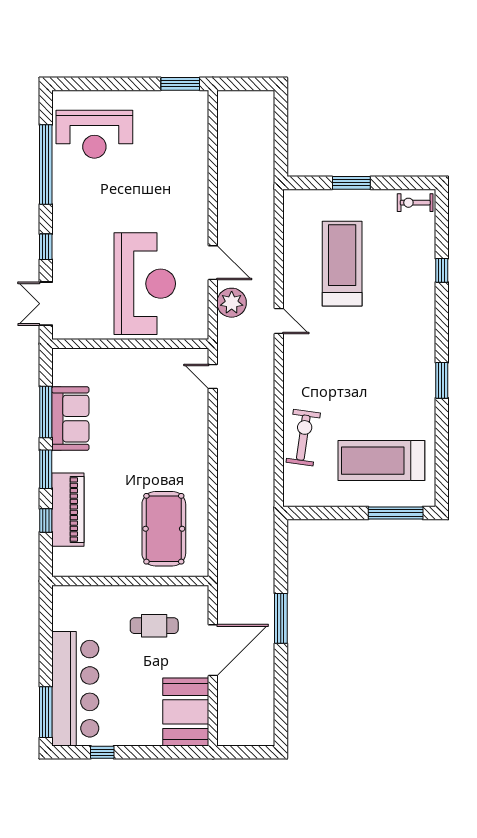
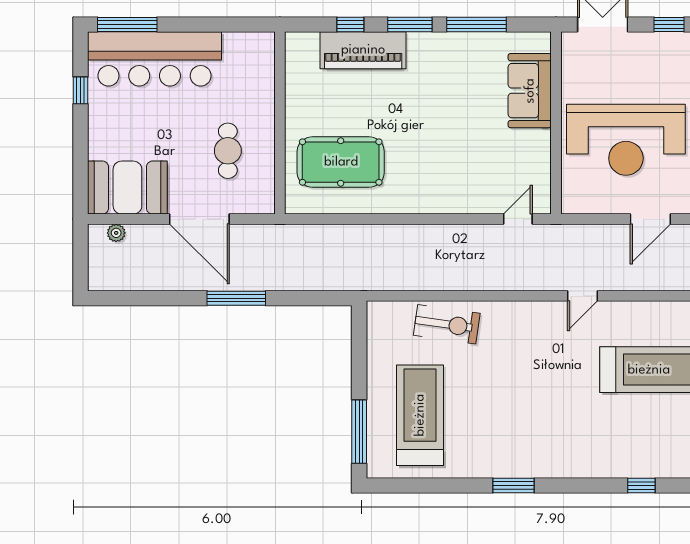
plant: (232, 303) -> (116, 233), moved, width x0.53, depth x0.53
sofa: (70, 419) -> (530, 91), moved, turned 90

